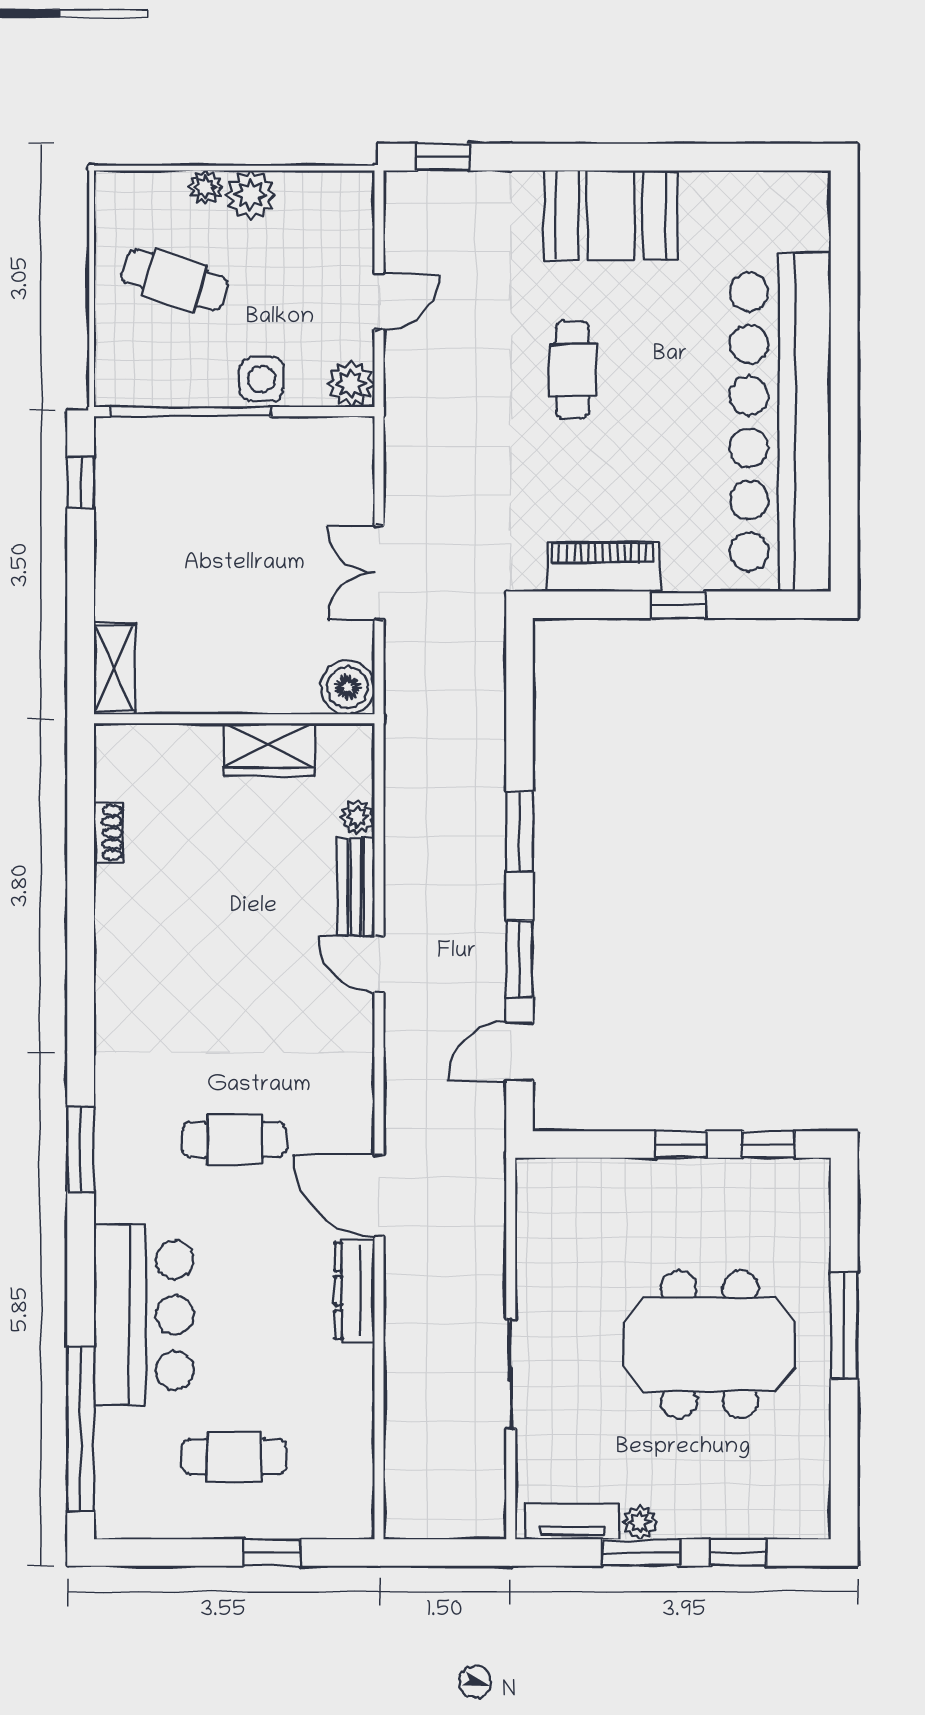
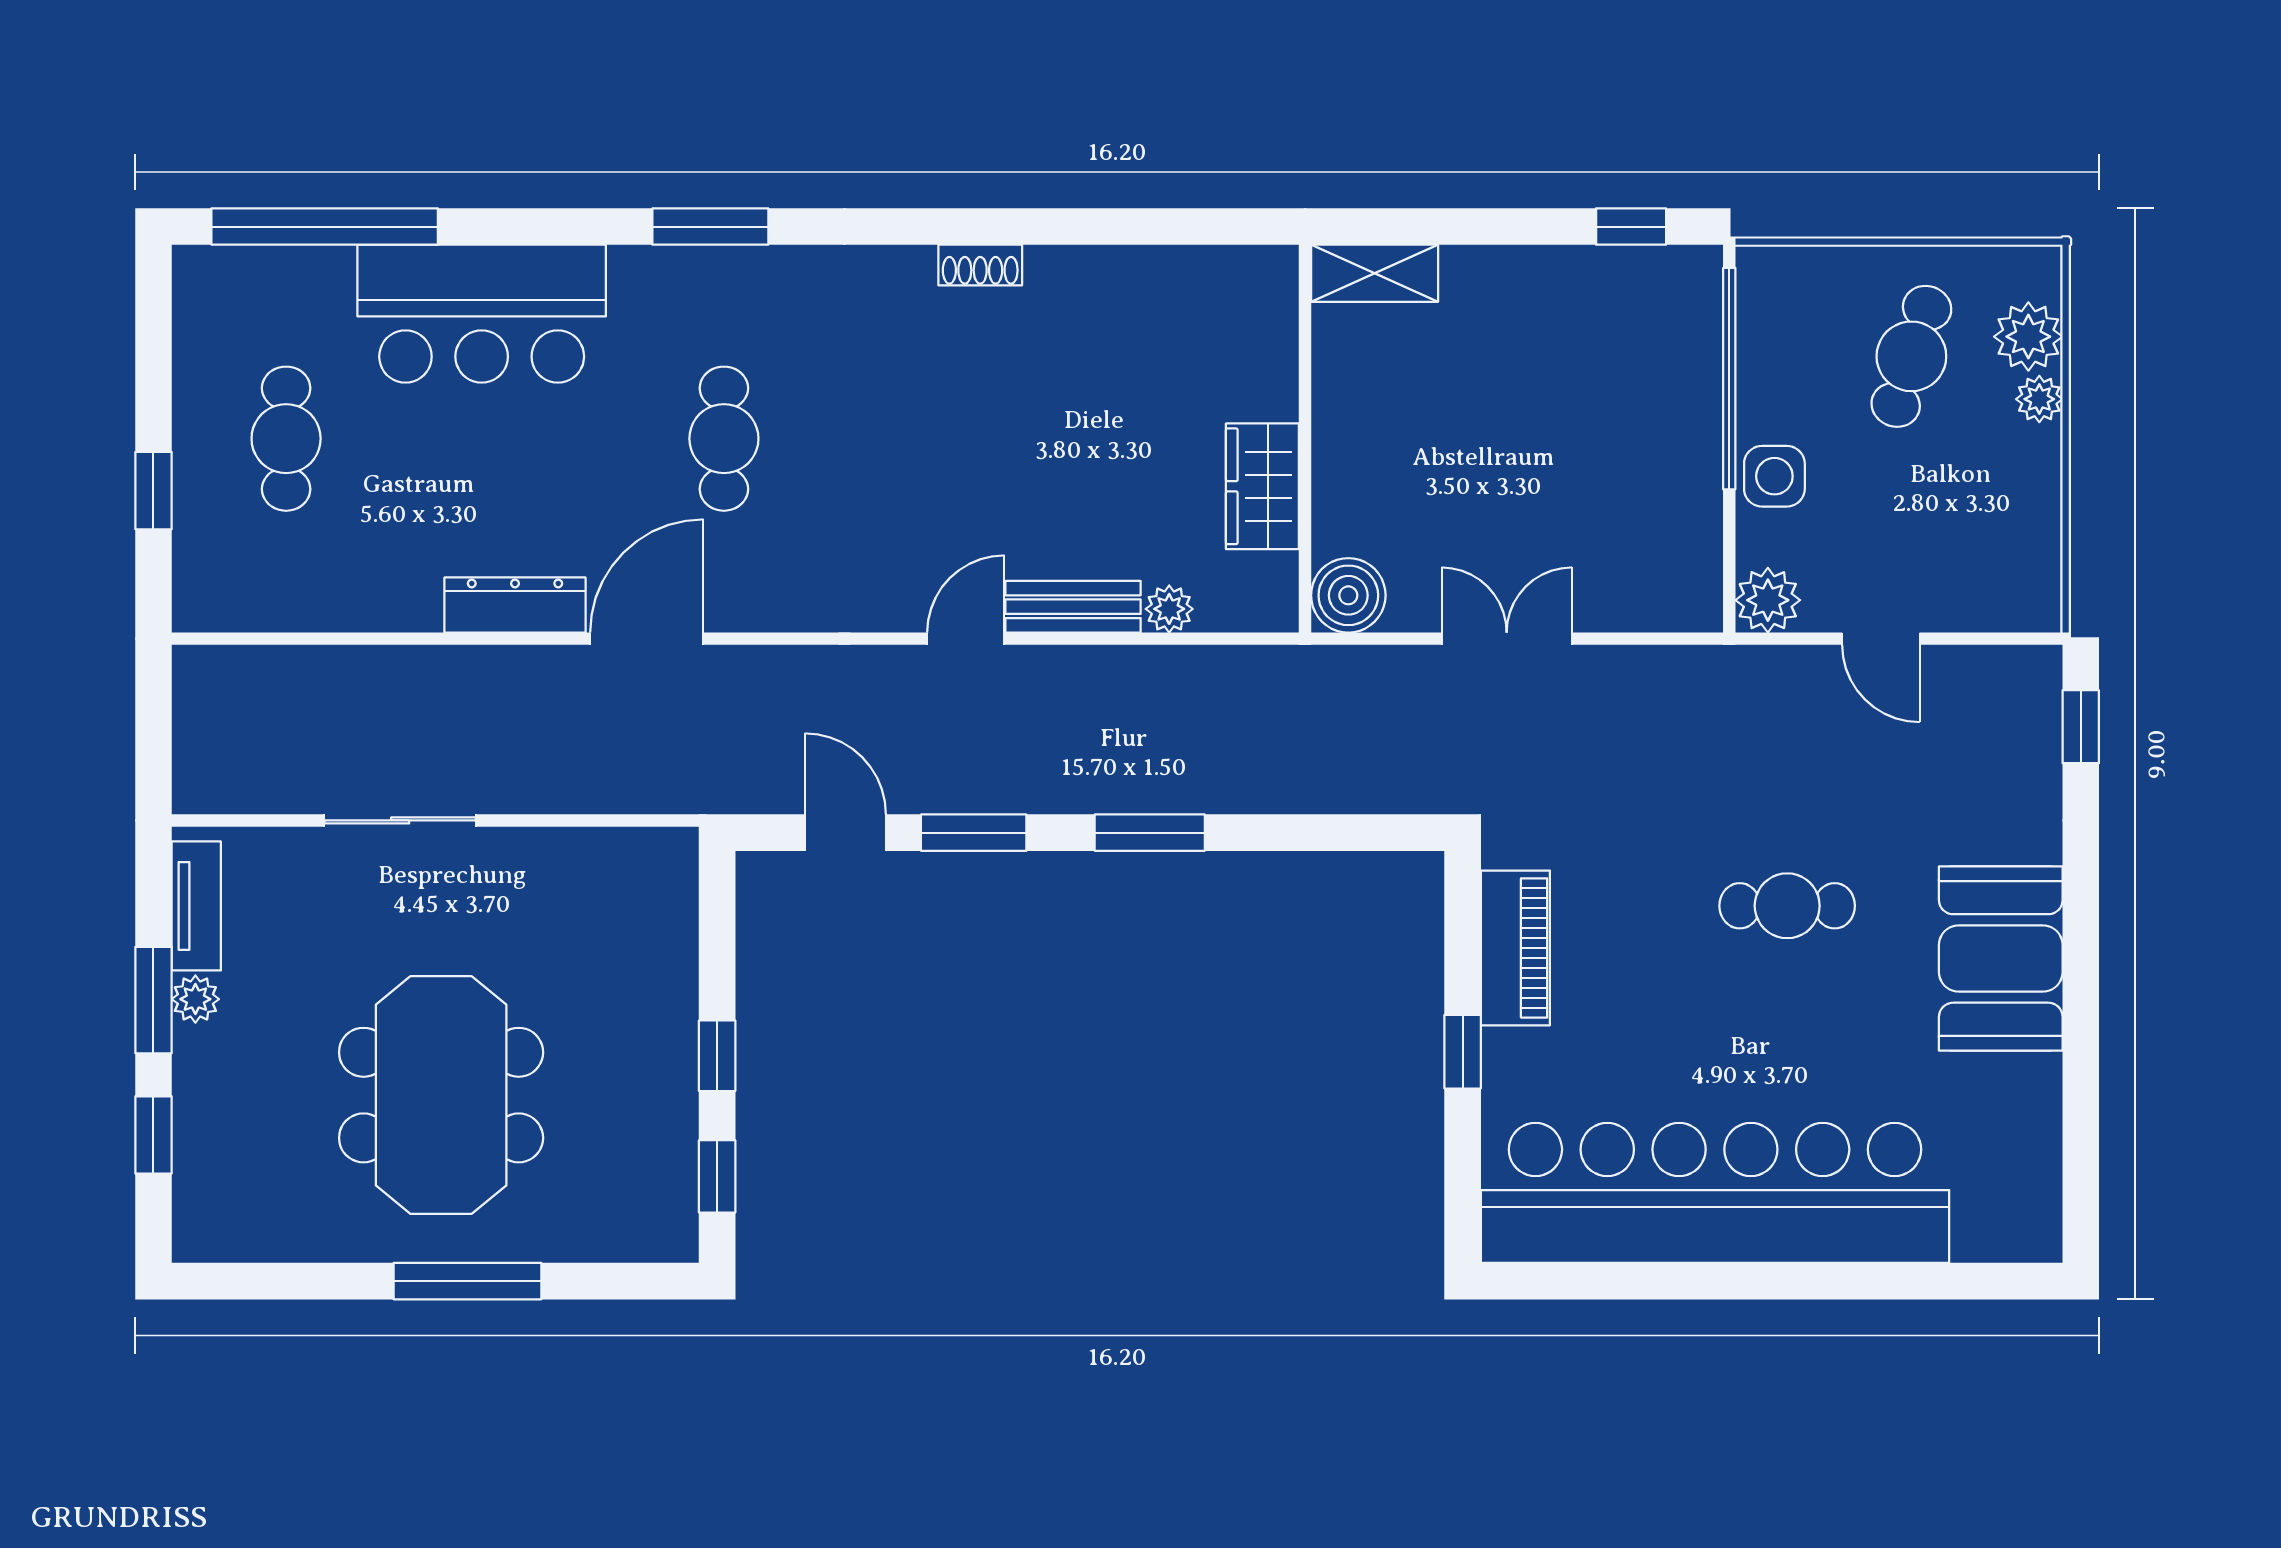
plant: (251, 195) -> (2028, 337), moved
shoe rack: (108, 833) -> (980, 265), moved

